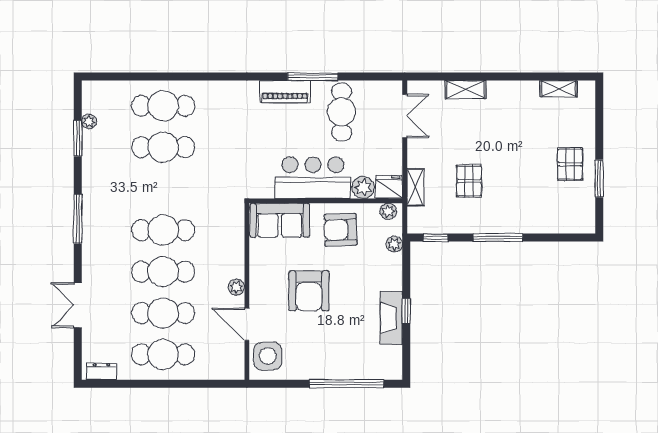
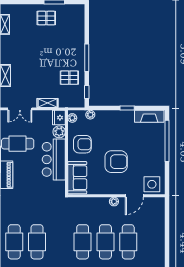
double door: (405, 116) -> (20, 109), swing flipped
pallet: (469, 181) -> (69, 78), moved
shelving: (416, 187) -> (48, 103), moved
armchair: (341, 230) -> (82, 144), turned -88
fireplace: (391, 318) -> (149, 116), moved
cafe table: (163, 354) -> (151, 242), removed

